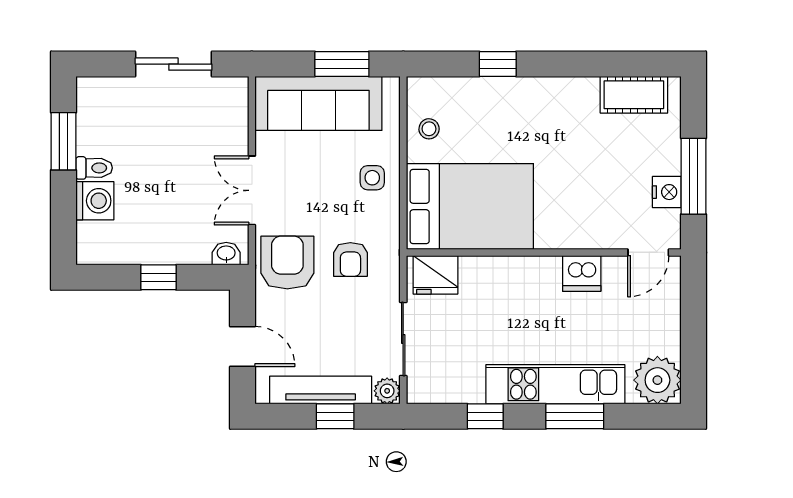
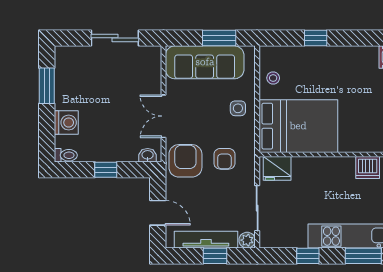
toilet: (94, 168) -> (66, 155), moved

